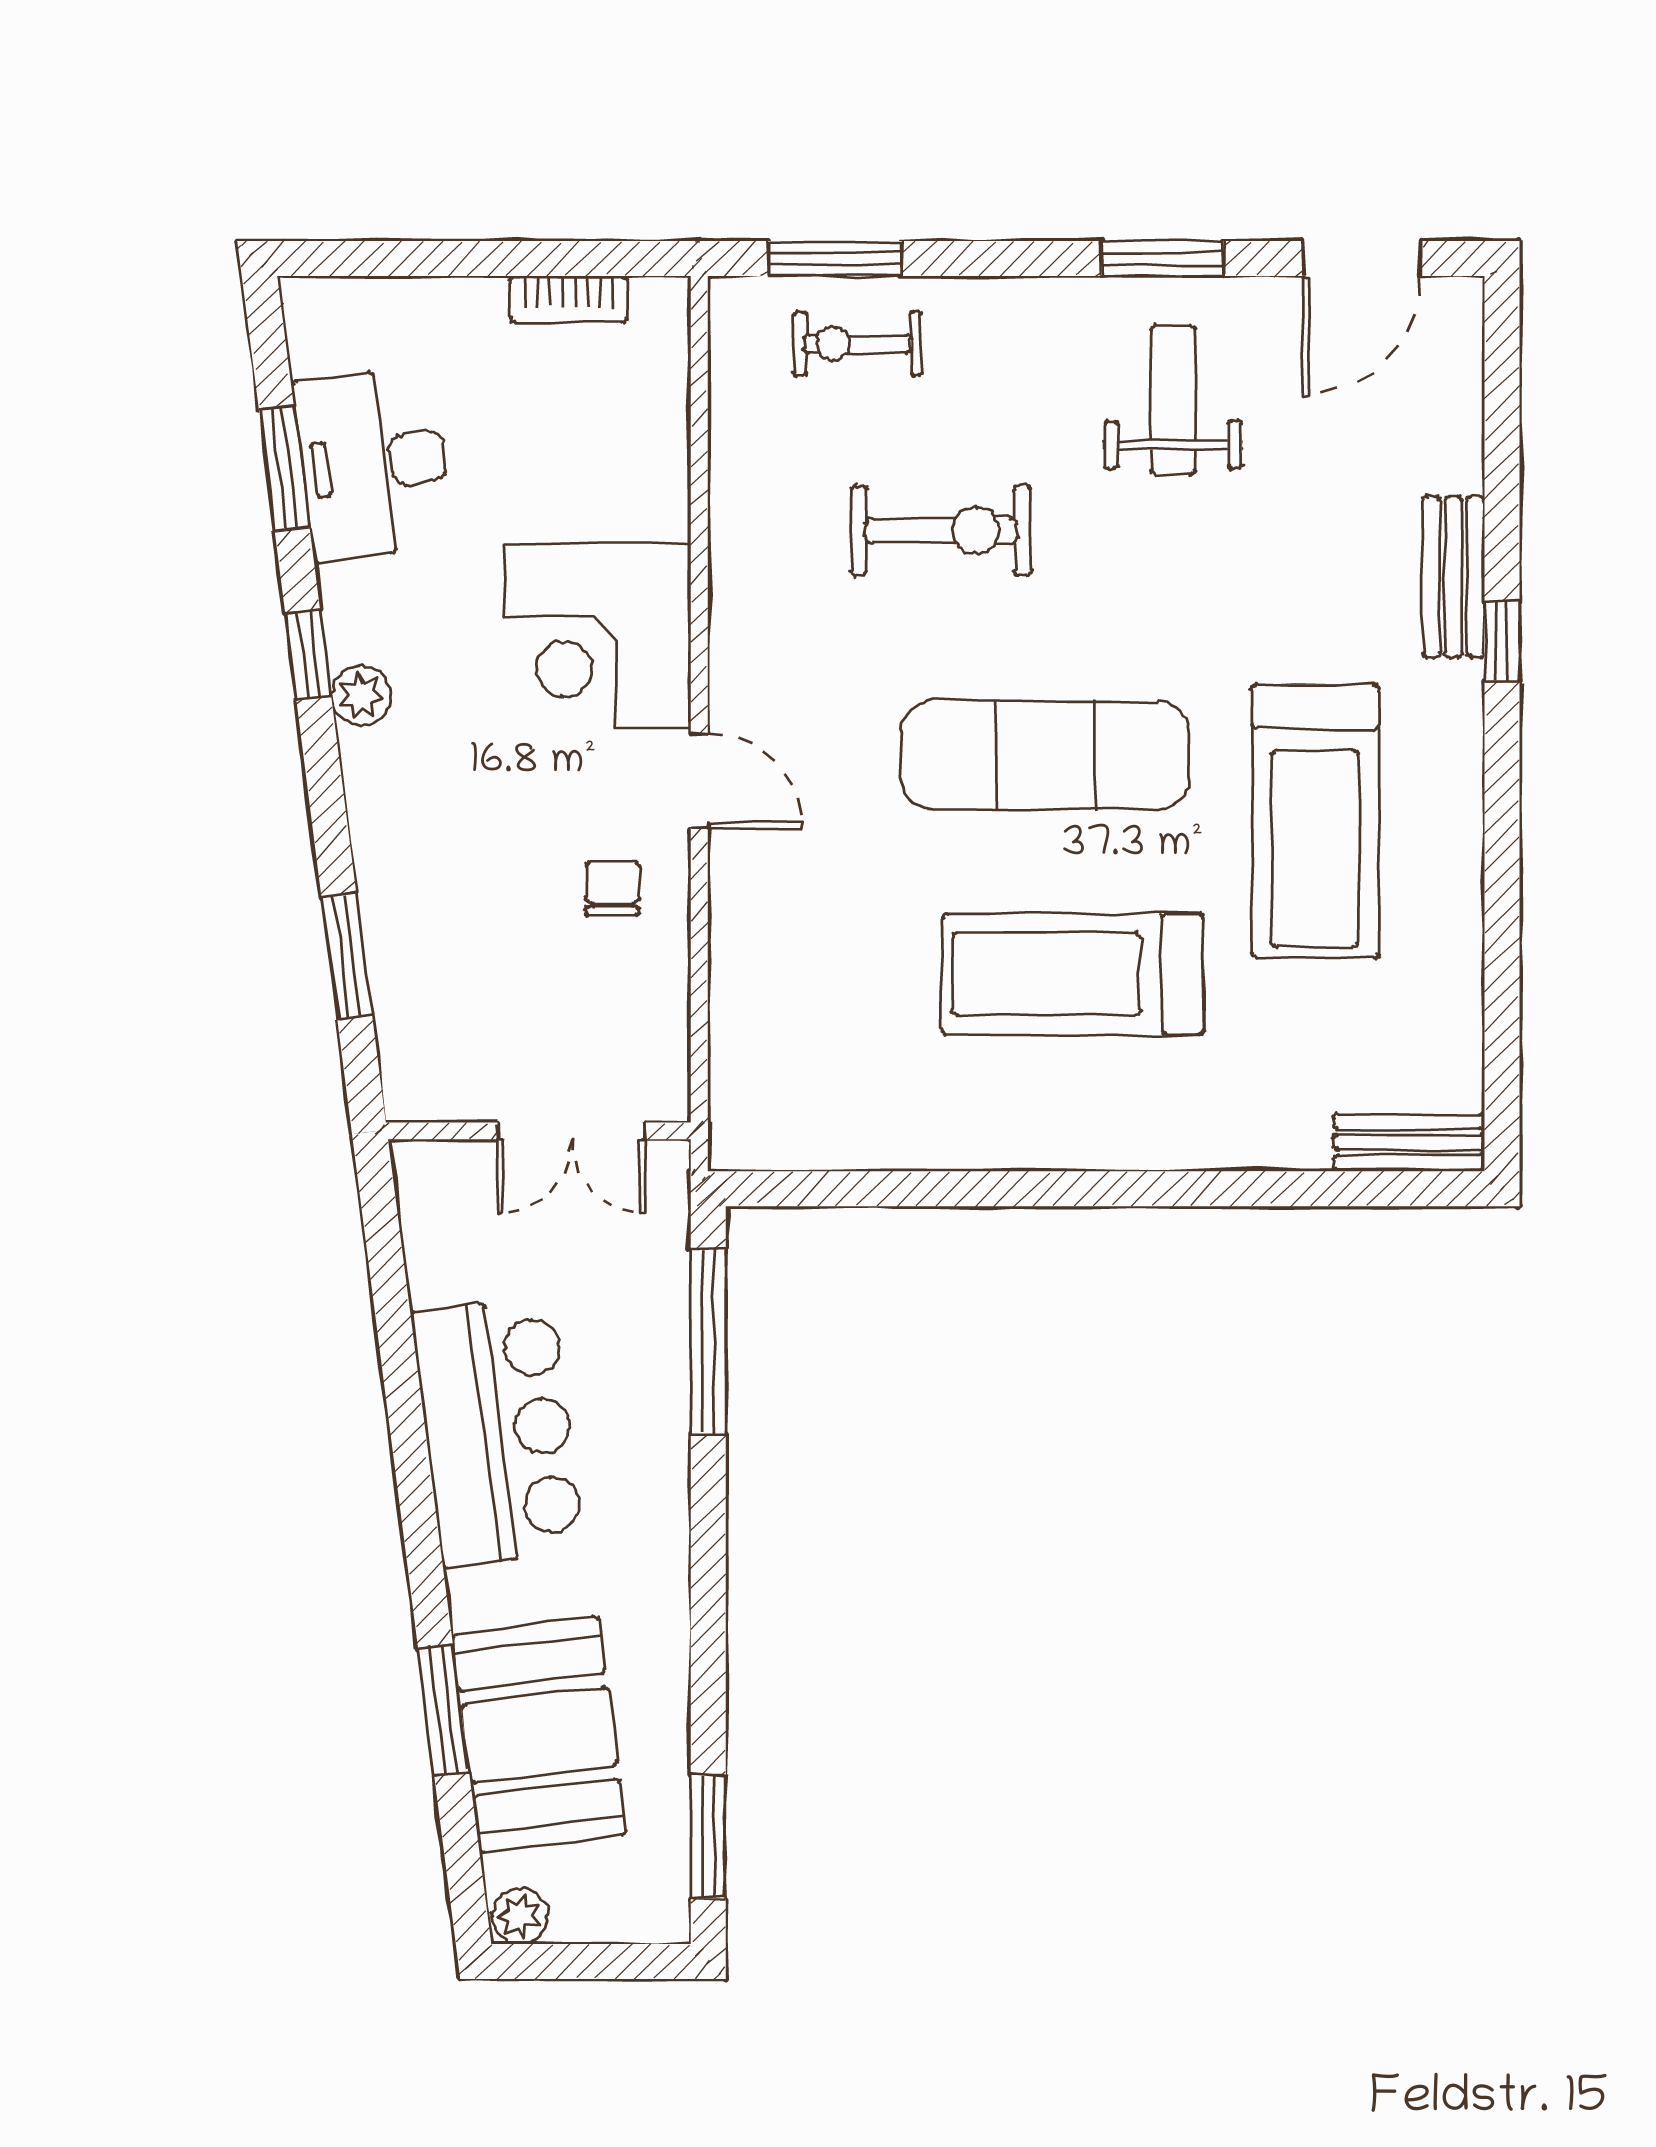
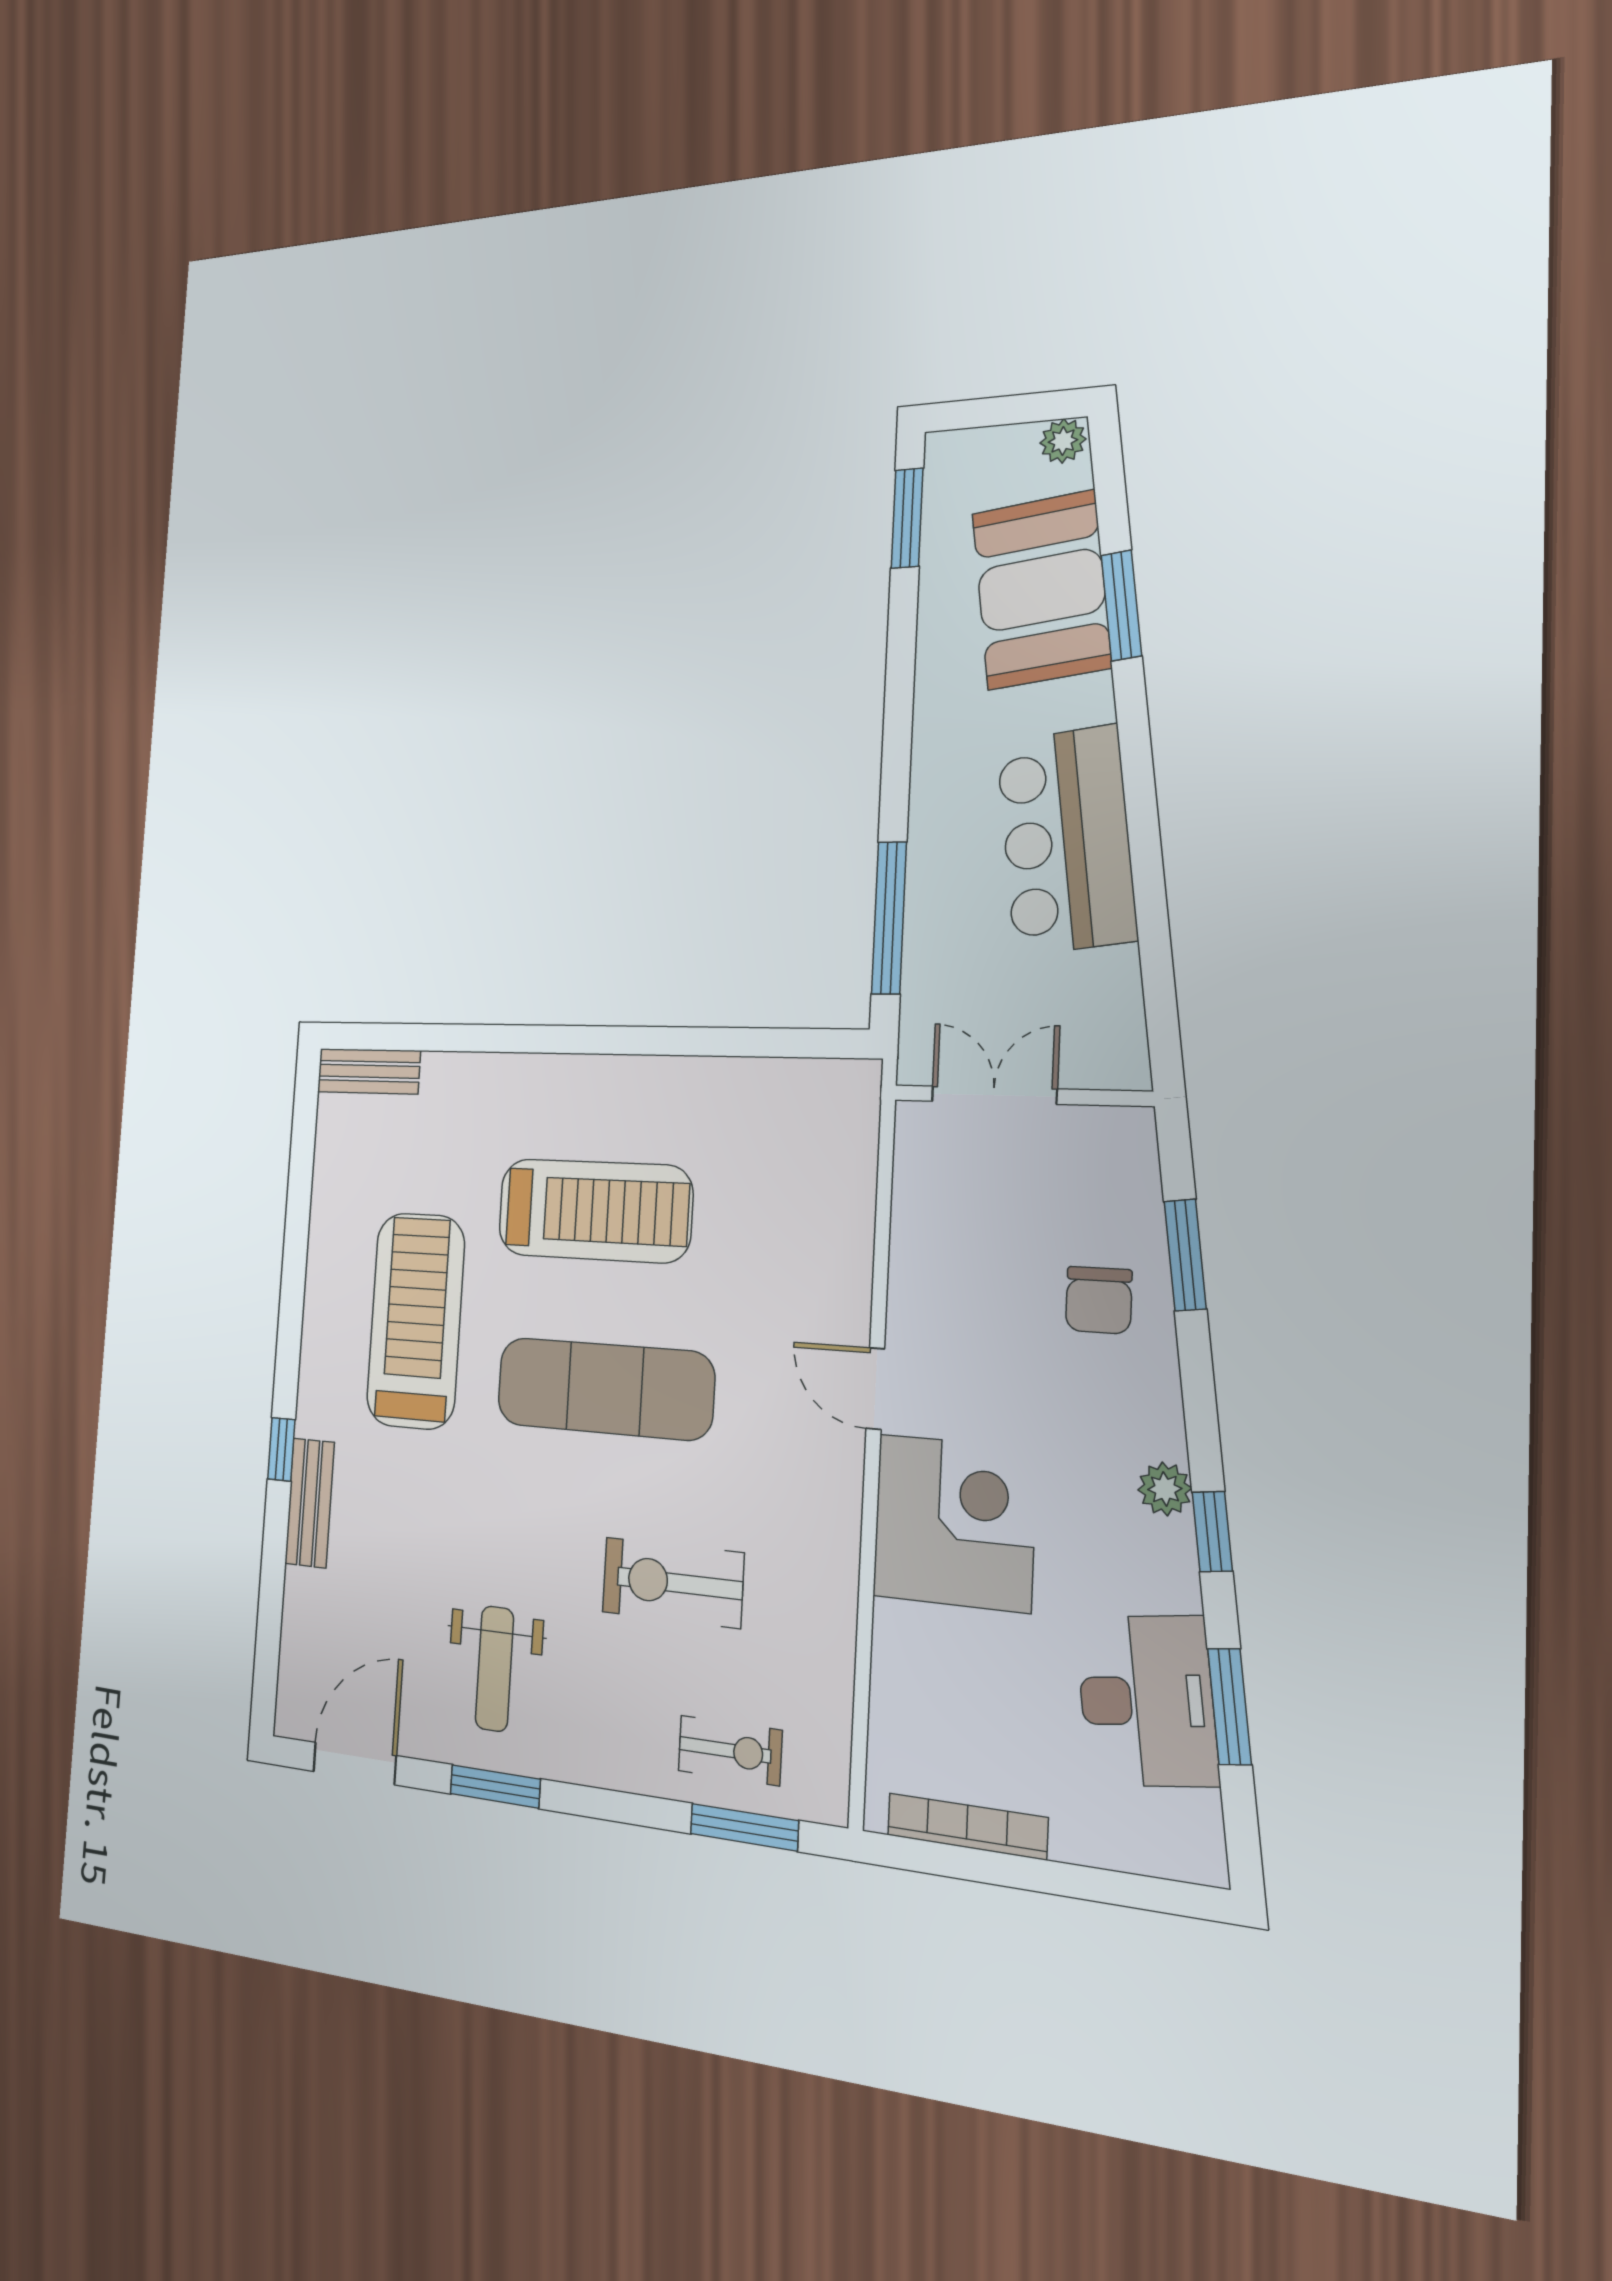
bookcase: (569, 299) -> (967, 1826), width x1.56
chair: (613, 889) -> (1099, 1300), moved, width x1.37, depth x1.37

